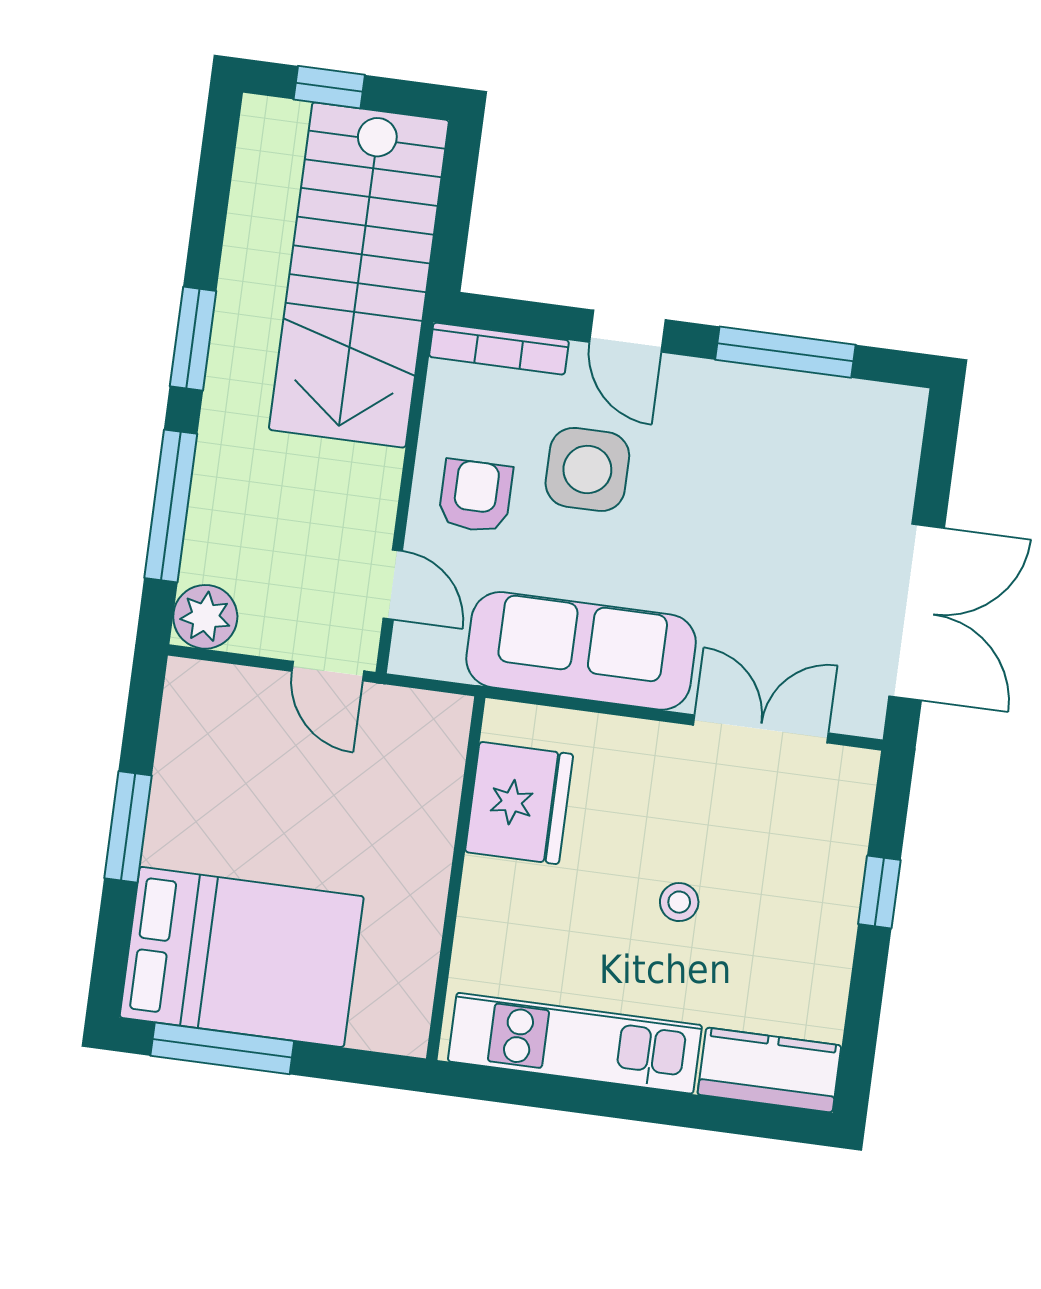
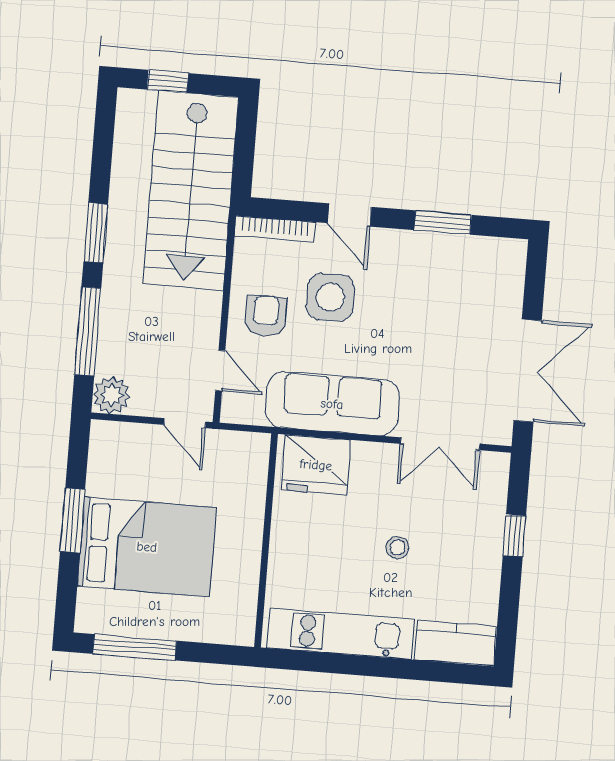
window: (785, 352) -> (443, 222), width x0.69
double door: (761, 729) -> (440, 444), swing flipped
fridge: (519, 803) -> (316, 465), moved, turned 90
bed: (242, 957) -> (147, 547), moved

